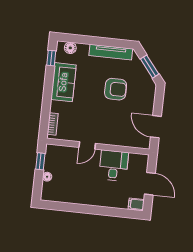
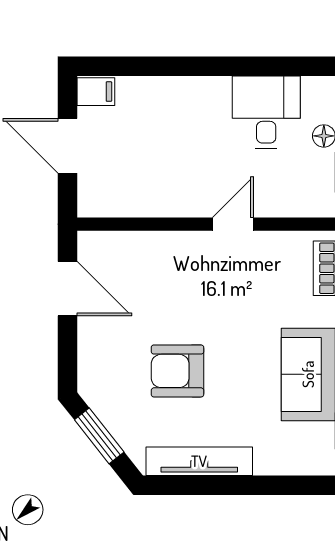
floor lamp: (70, 48) -> (301, 461), removed
desk: (114, 166) -> (266, 112), moved, turned 180

